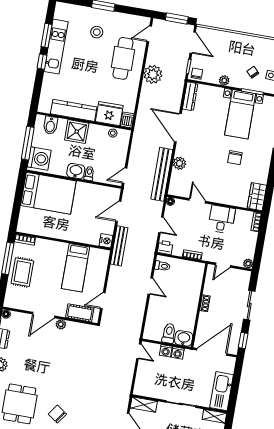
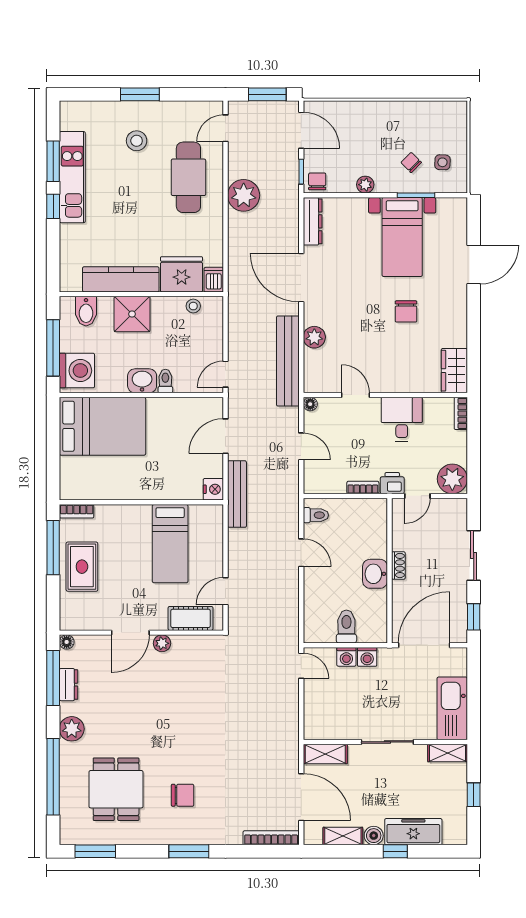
printer: (165, 247) -> (392, 483), moved
plant: (248, 264) -> (452, 479), width x1.88, depth x1.88
washbasin: (184, 338) -> (375, 574), moved, turned -90
chair: (57, 414) -> (183, 795), turned 145

